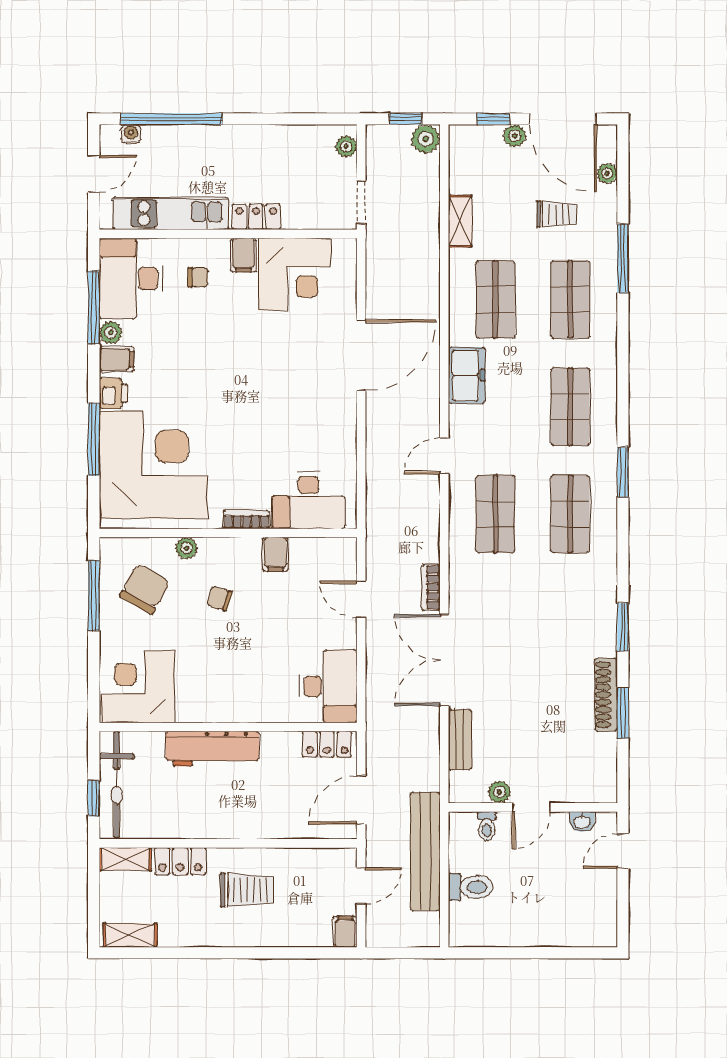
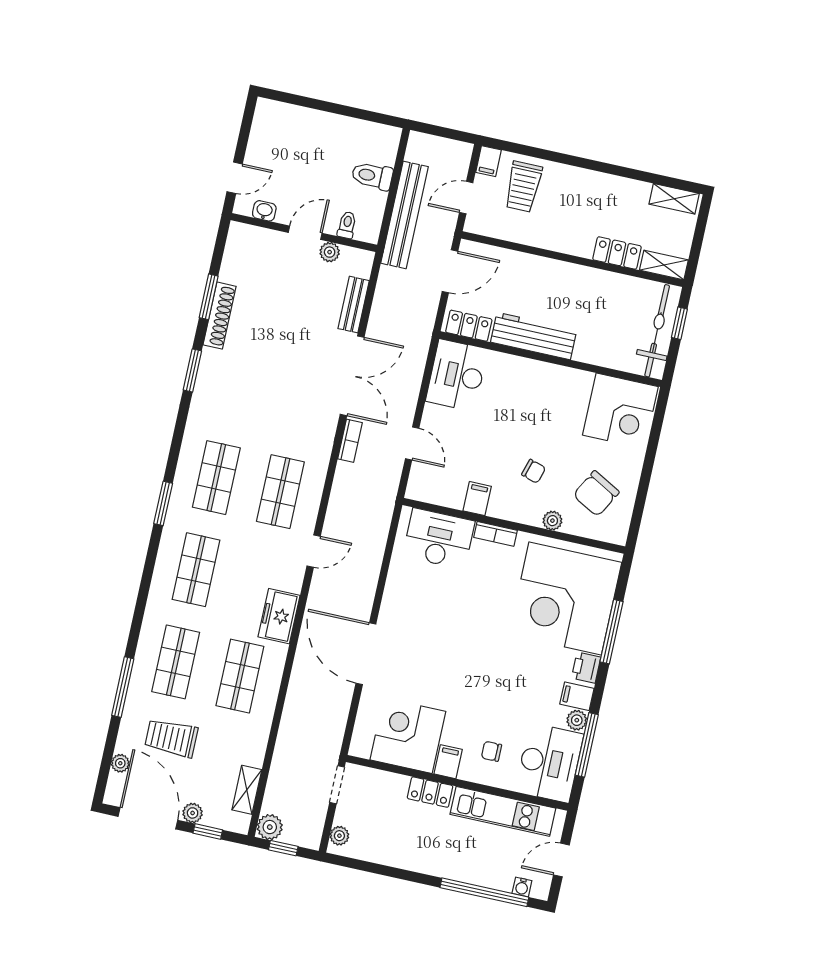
trolley: (557, 214) -> (171, 738), width x1.36, depth x1.39
shelving: (460, 221) -> (247, 790), moved
door: (361, 355) -> (366, 654), hinge flipped
window: (94, 596) -> (641, 497), removed
workbench: (212, 749) -> (534, 336), moved
trolley: (247, 890) -> (523, 187), moved, turned -90

